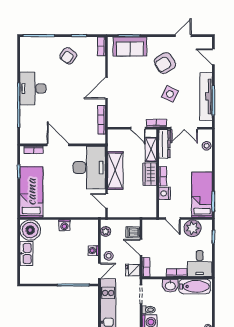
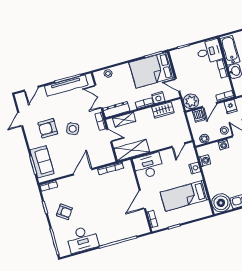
door: (183, 36) -> (20, 119), hinge flipped
armchair: (165, 63) -> (48, 128), turned 122
desk: (33, 88) -> (82, 239), moved
door: (107, 88) -> (83, 172), swing flipped
side table: (170, 94) -> (73, 129), moved
door: (138, 128) -> (109, 136), hinge flipped
double door: (184, 128) -> (98, 97), swing flipped
desk: (89, 167) -> (148, 166), width x0.73, depth x0.77
shelving: (115, 170) -> (132, 150), moved
wardrobe: (150, 174) -> (163, 110), moved
bed: (31, 192) -> (184, 196), moved
bed: (202, 195) -> (152, 70), width x1.50
nightstand: (76, 212) -> (195, 168), added
door: (173, 218) -> (177, 85), swing flipped
washing machine: (64, 225) -> (205, 161), moved
plant: (193, 228) -> (191, 101), moved

